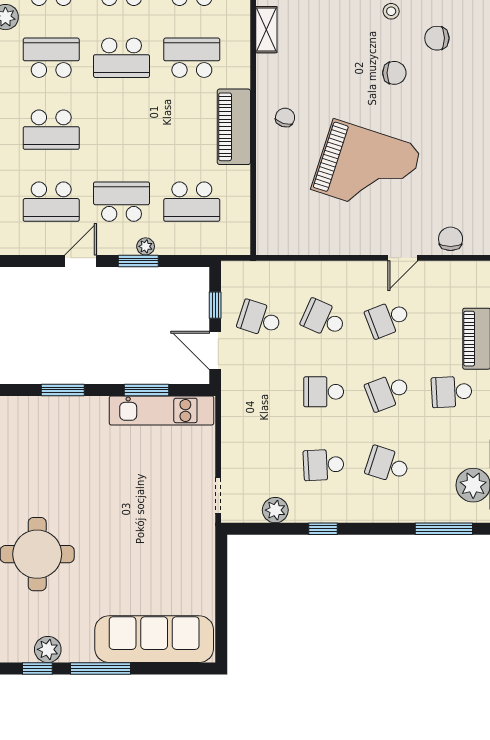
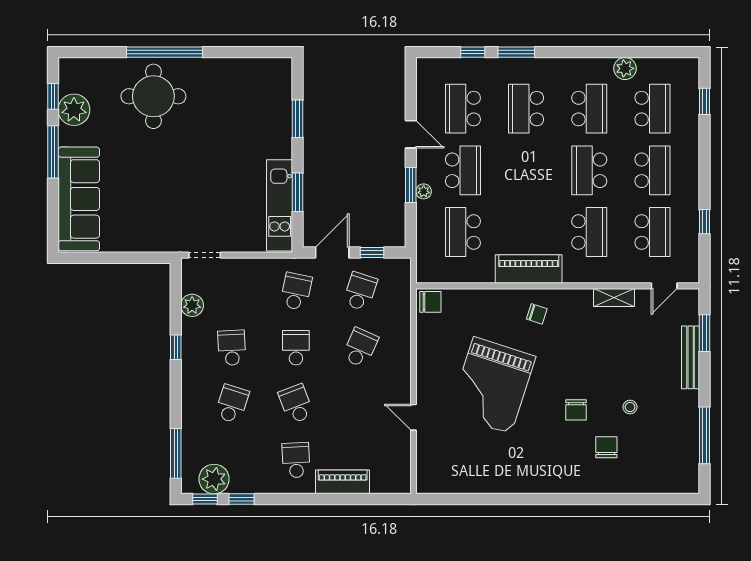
chair: (451, 239) -> (430, 302), moved
school desk: (388, 319) -> (296, 291), moved, turned 33
plant: (48, 649) -> (74, 110), width x1.36, depth x1.36

